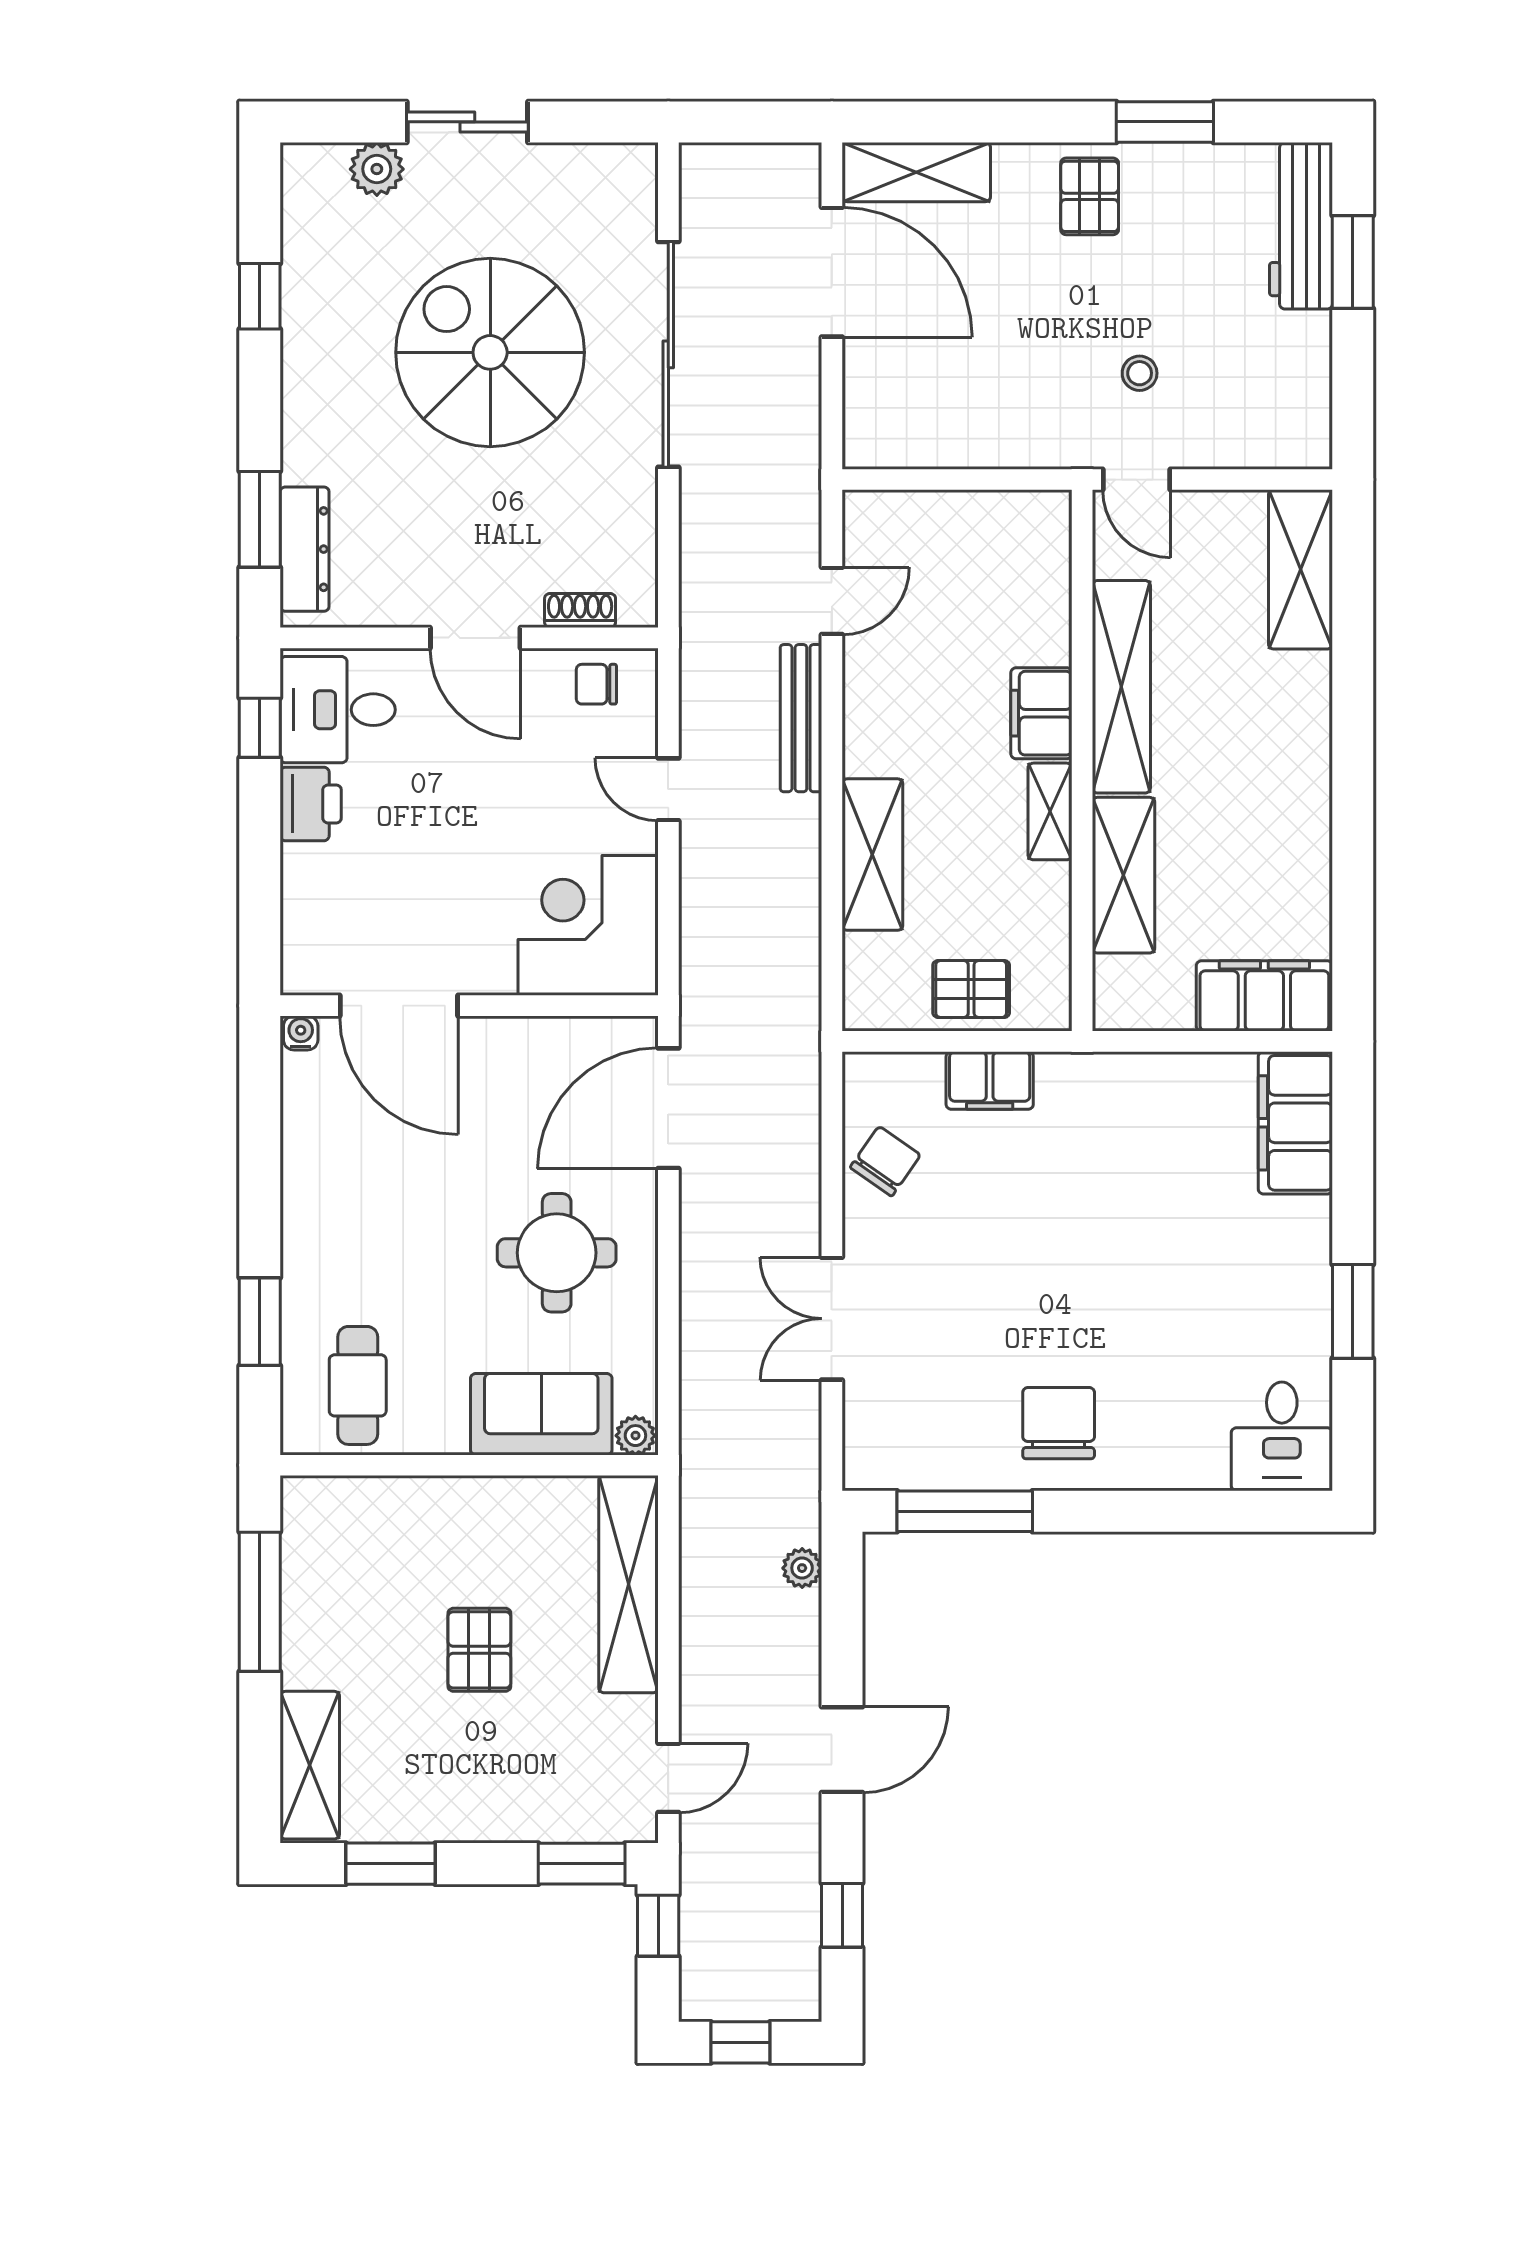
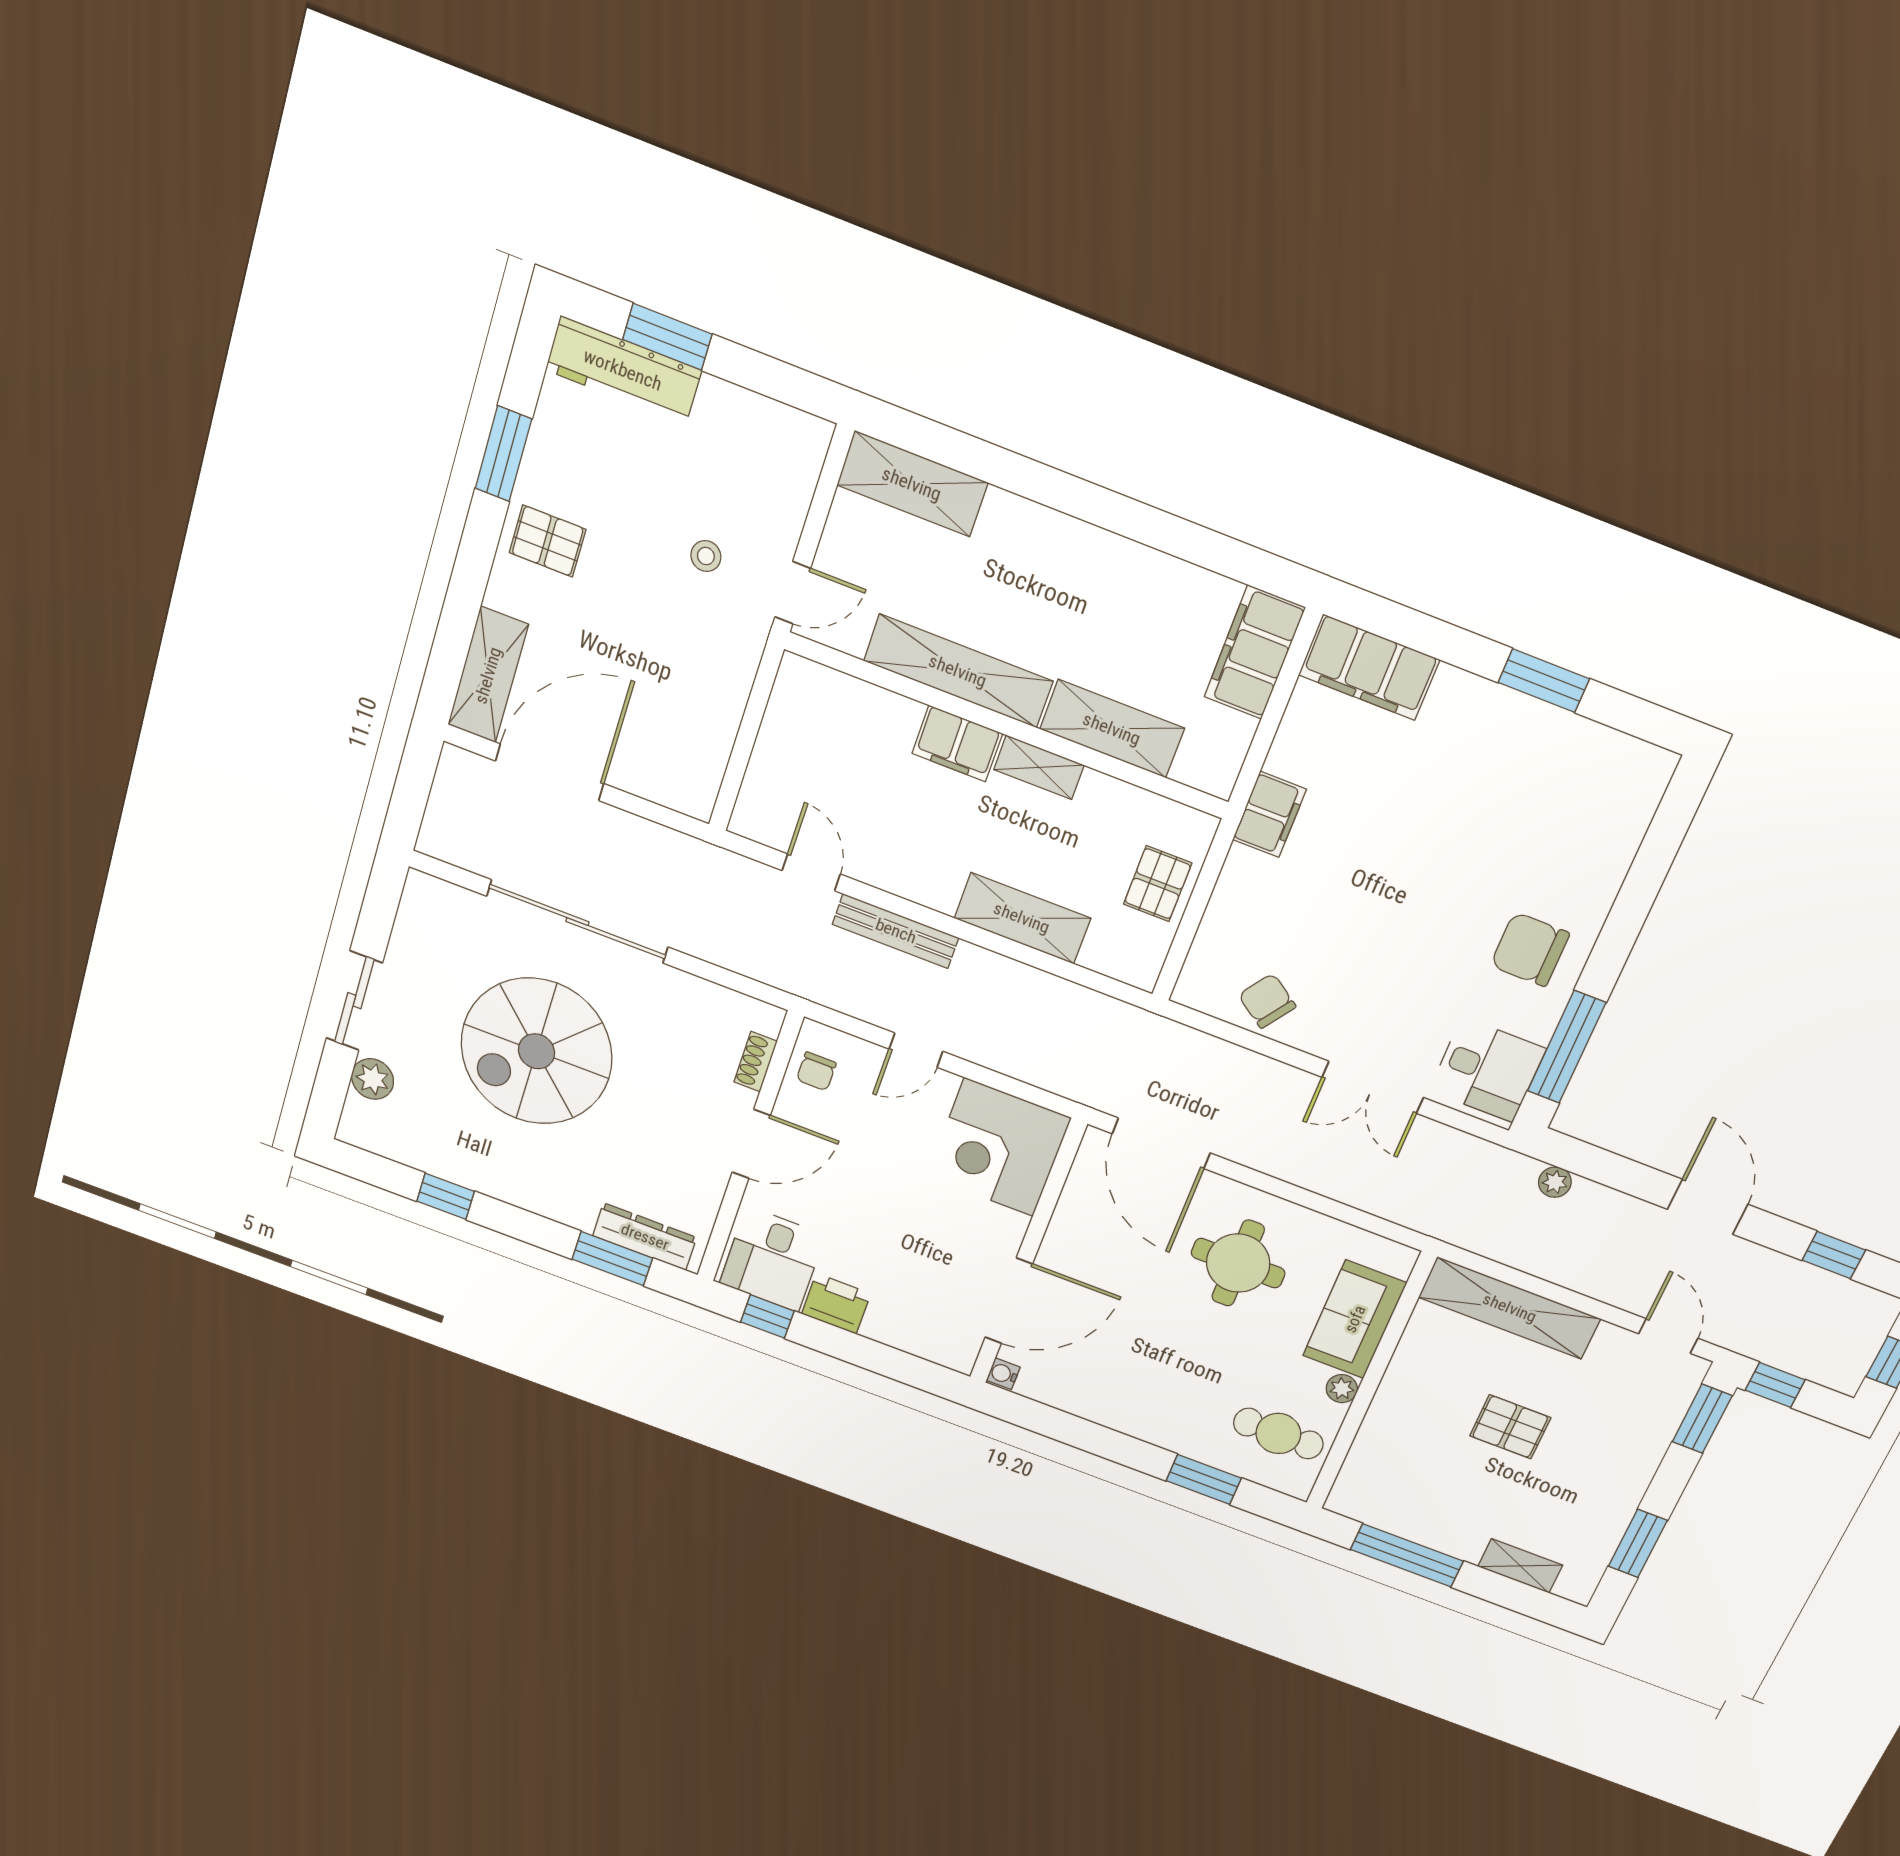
filing cabinet: (990, 1081) -> (1269, 814), moved
plant: (635, 1436) -> (1342, 1389), moved
desk: (1282, 1436) -> (1487, 1070), moved
shelving: (310, 1765) -> (1520, 1566), width x0.67, depth x0.75

